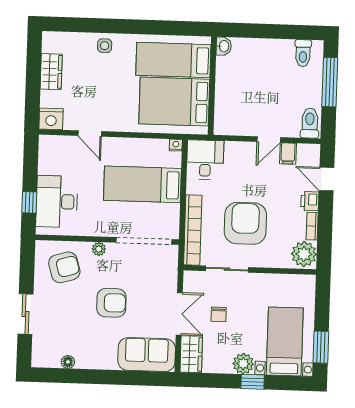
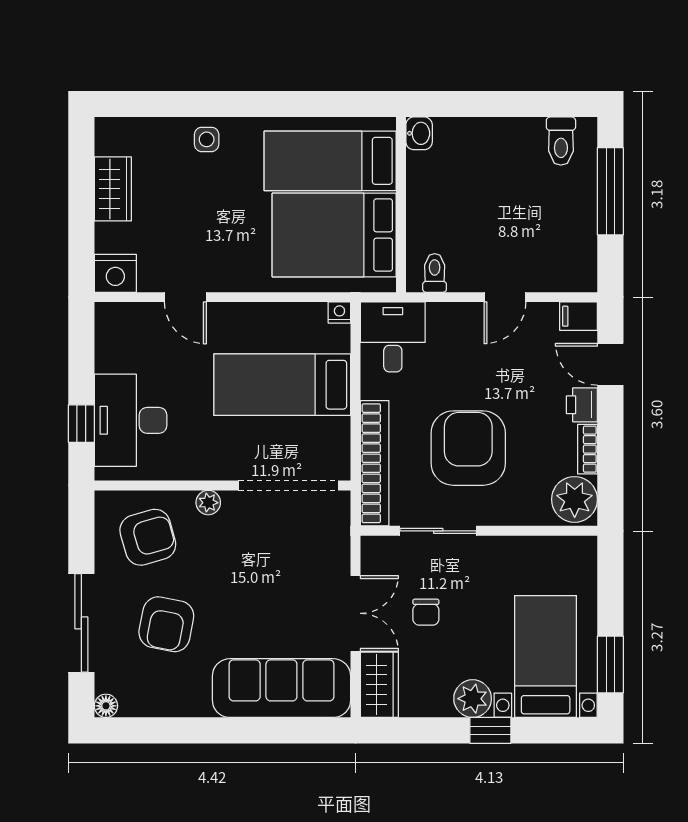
toilet: (310, 123) -> (435, 273), moved, width x0.73, depth x0.72
filing cabinet: (288, 153) -> (578, 316), moved, turned 90
armchair: (111, 303) -> (166, 624), moved, turned 101
sliding door: (25, 314) -> (81, 623), width x1.37
sofa: (147, 355) -> (281, 688), width x1.36
floor lamp: (68, 362) -> (106, 706), moved

